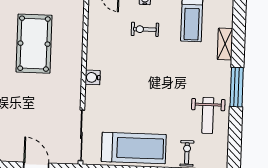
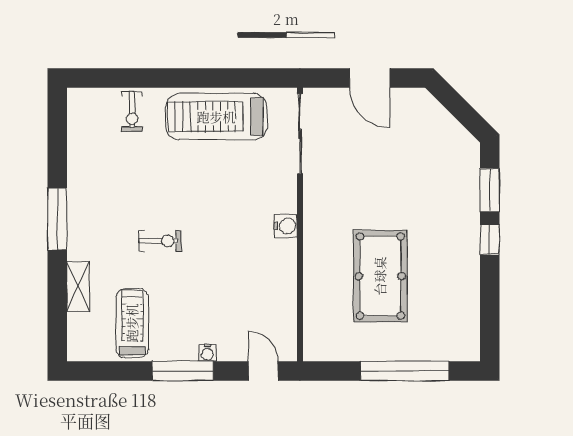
exercise bike: (145, 29) -> (160, 241), moved
weight bench: (208, 115) -> (101, 173), removed

